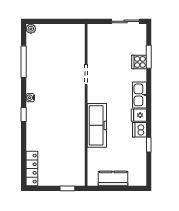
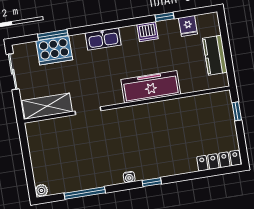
shelving: (95, 44) -> (47, 106), added
cooker: (139, 62) -> (54, 50), width x1.87, depth x1.31
fridge: (139, 115) -> (188, 26), moved

